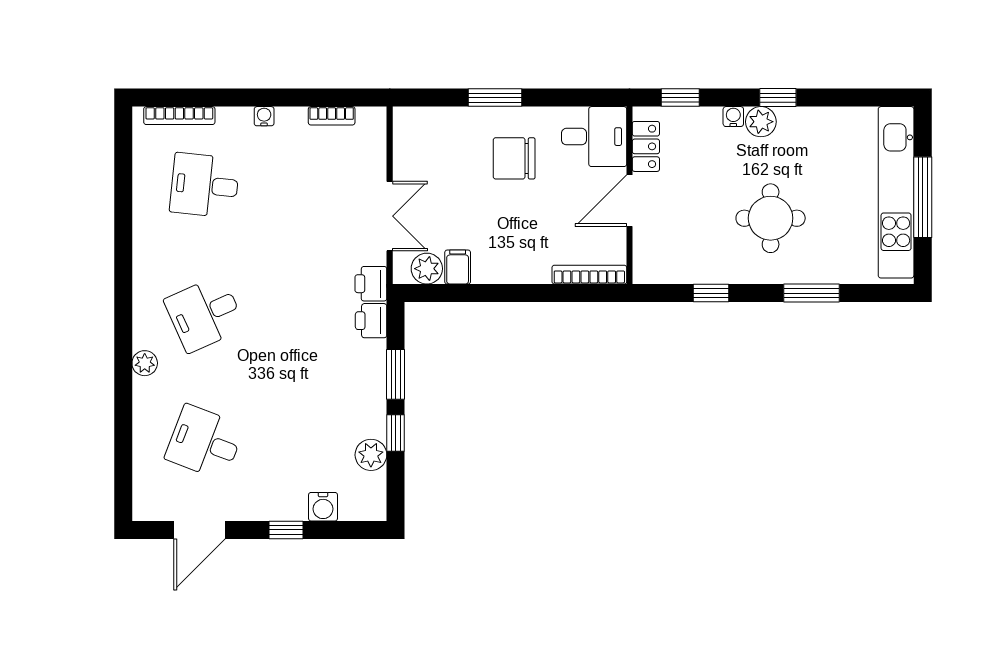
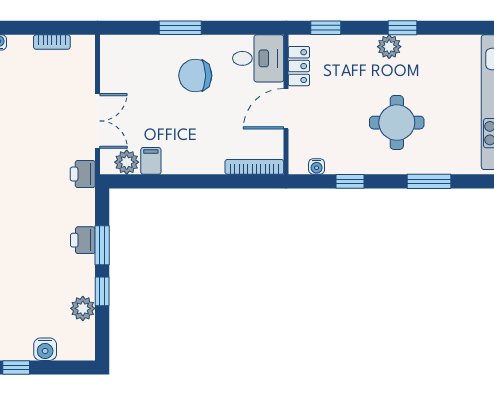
water cooler: (733, 117) -> (317, 166), moved, turned 180
printer: (371, 321) -> (83, 240), moved

